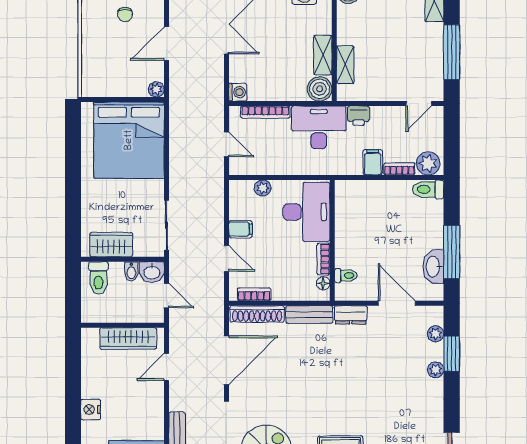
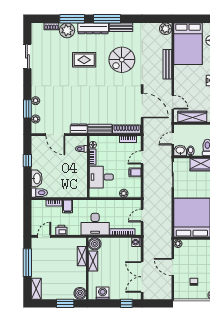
door: (166, 44) -> (173, 267), swing flipped
printer: (359, 116) -> (61, 230), moved
door: (226, 144) -> (142, 216), hinge flipped
plant: (428, 163) -> (39, 206), removed
desk: (307, 212) -> (101, 177), width x0.73
window: (452, 252) -> (27, 161), width x0.46
door: (226, 258) -> (142, 157), hinge flipped
washbasin: (433, 267) -> (37, 178), moved
door: (166, 296) -> (173, 139), hinge flipped
door: (226, 360) -> (142, 106), swing flipped
door: (166, 367) -> (173, 102), hinge flipped

